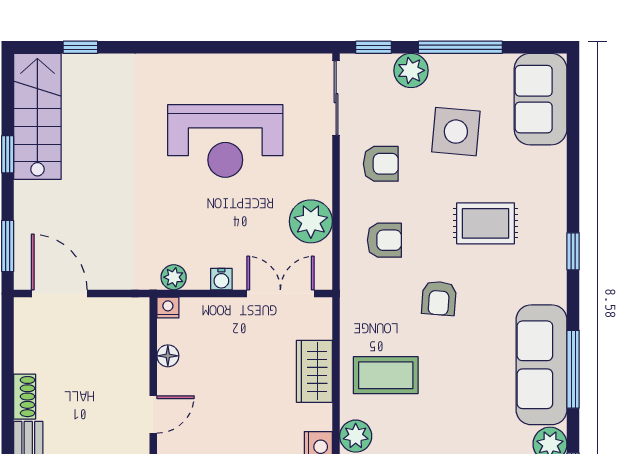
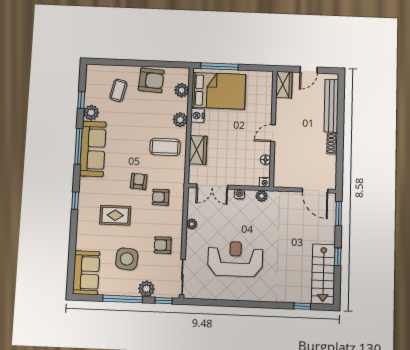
plant: (311, 221) -> (192, 224), width x0.53, depth x0.53
armchair: (384, 240) -> (161, 197), moved

